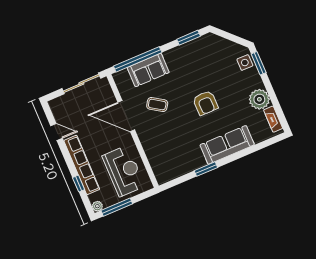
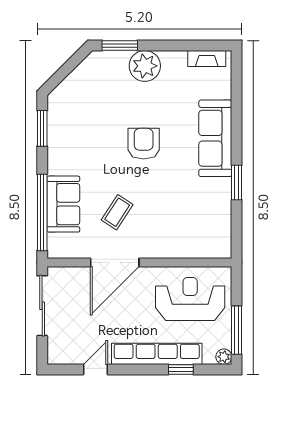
side table: (245, 63) -> (111, 64), removed
plant: (259, 99) -> (145, 66), moved
armchair: (205, 103) -> (144, 144), turned -90

